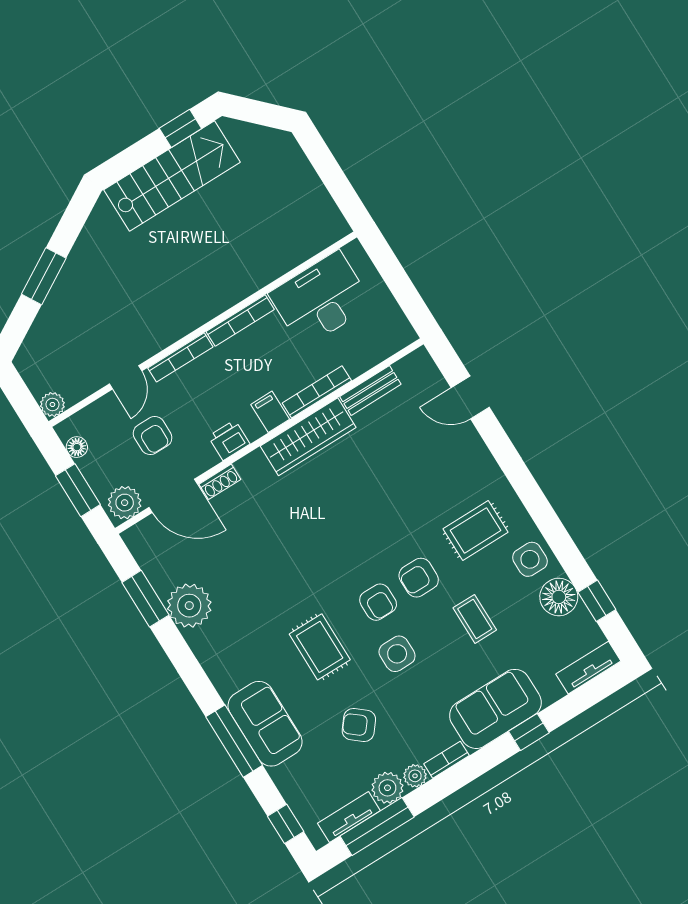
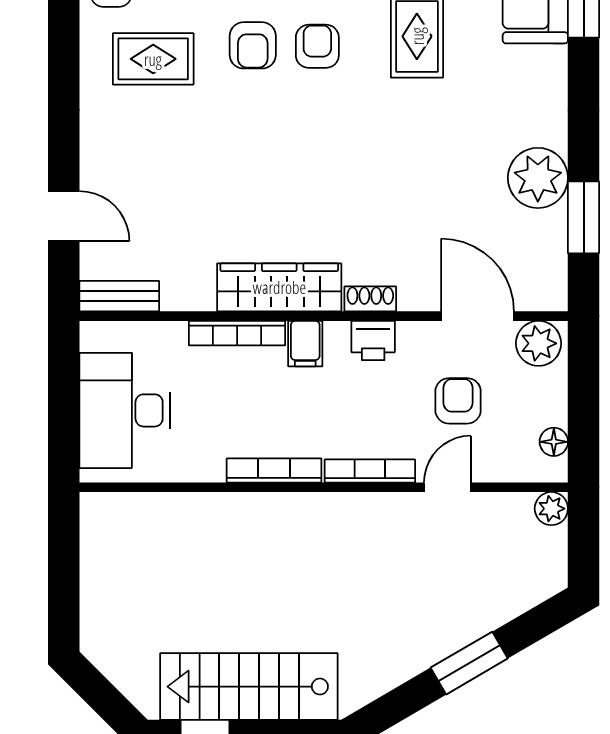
desk: (321, 299) -> (125, 410), moved, turned 90
bench: (370, 390) -> (119, 296), moved
shoe rack: (220, 482) -> (370, 299), moved
window: (78, 490) -> (584, 391), removed
armchair: (419, 578) -> (253, 45), turned 90

